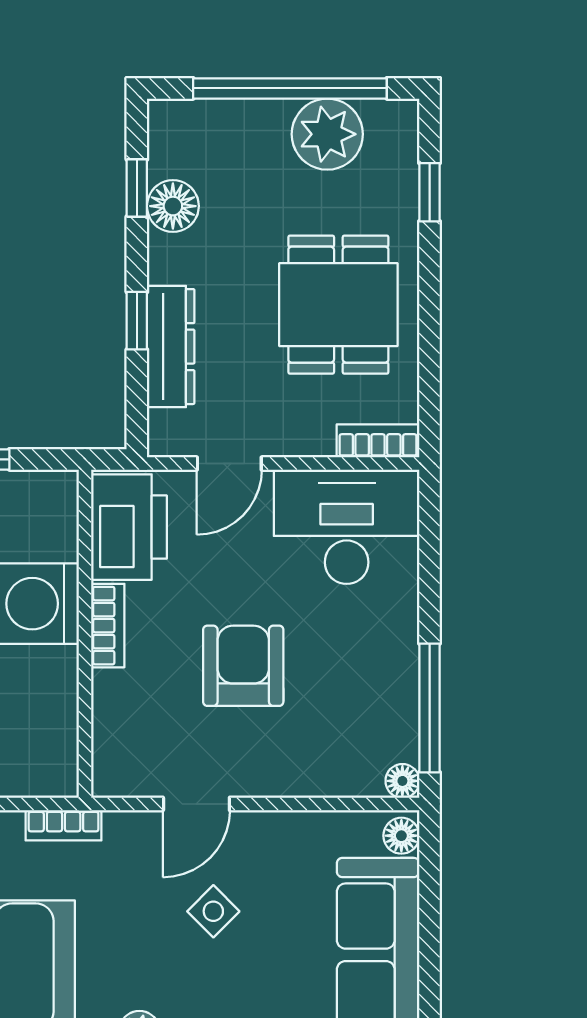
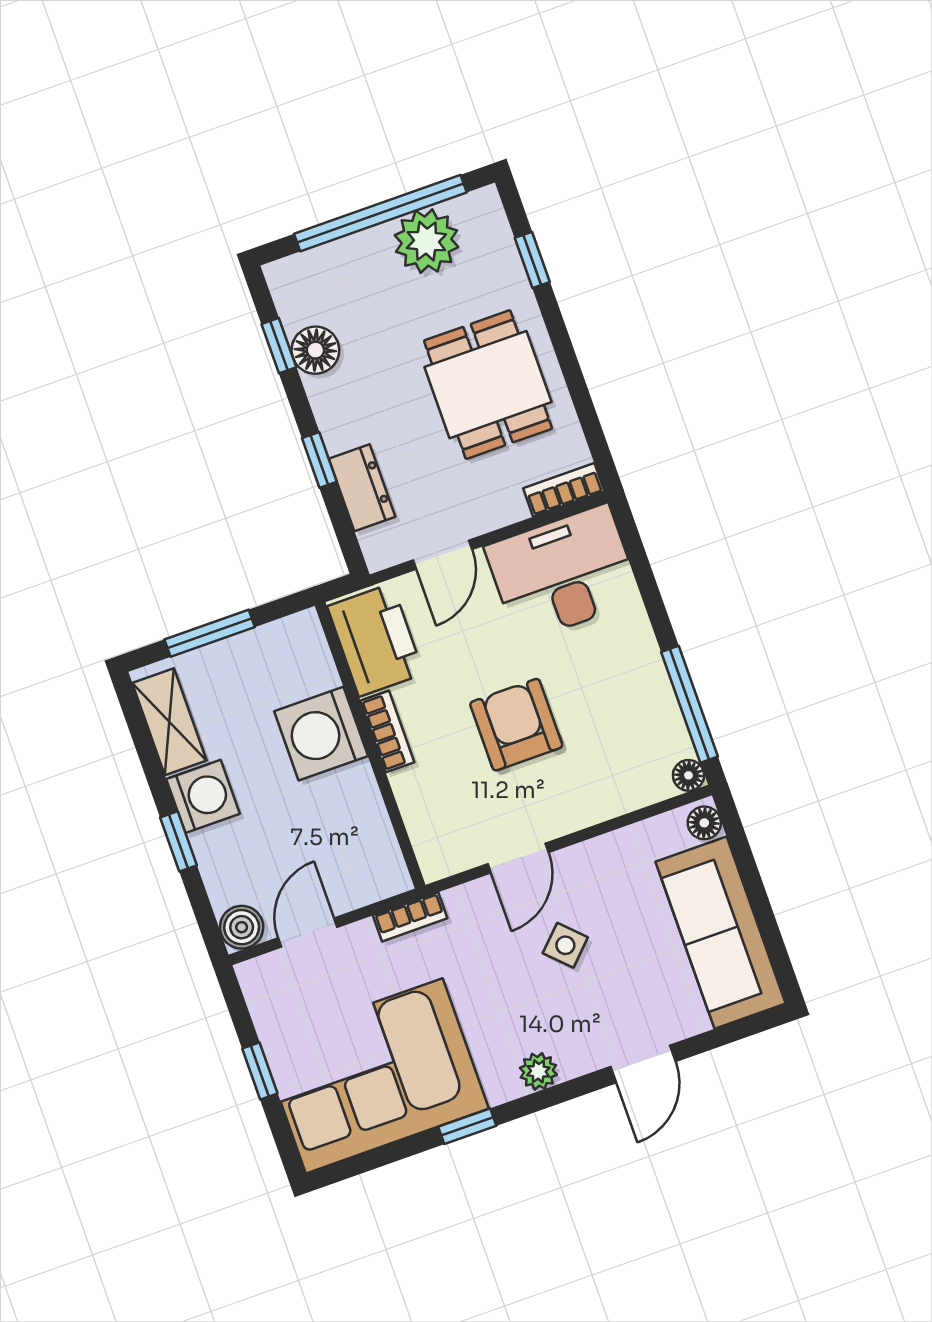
dresser: (171, 347) -> (362, 488), width x0.70

